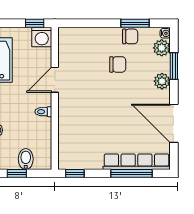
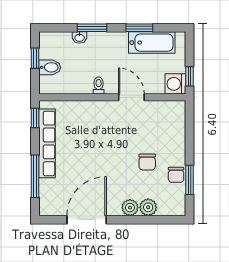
water cooler: (165, 33) -> (179, 211), removed
plant: (162, 48) -> (148, 207), moved
window: (174, 66) -> (146, 220), removed
row of seats: (137, 162) -> (47, 143), moved

